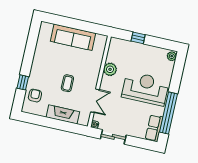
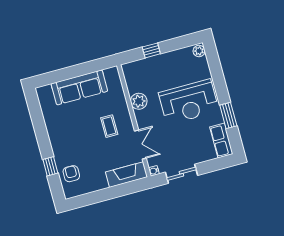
coffee table: (67, 83) -> (109, 126), moved
reception desk: (145, 89) -> (189, 102), turned 180
window: (168, 113) -> (228, 116), width x0.47
fireplace: (63, 114) -> (126, 175), moved

